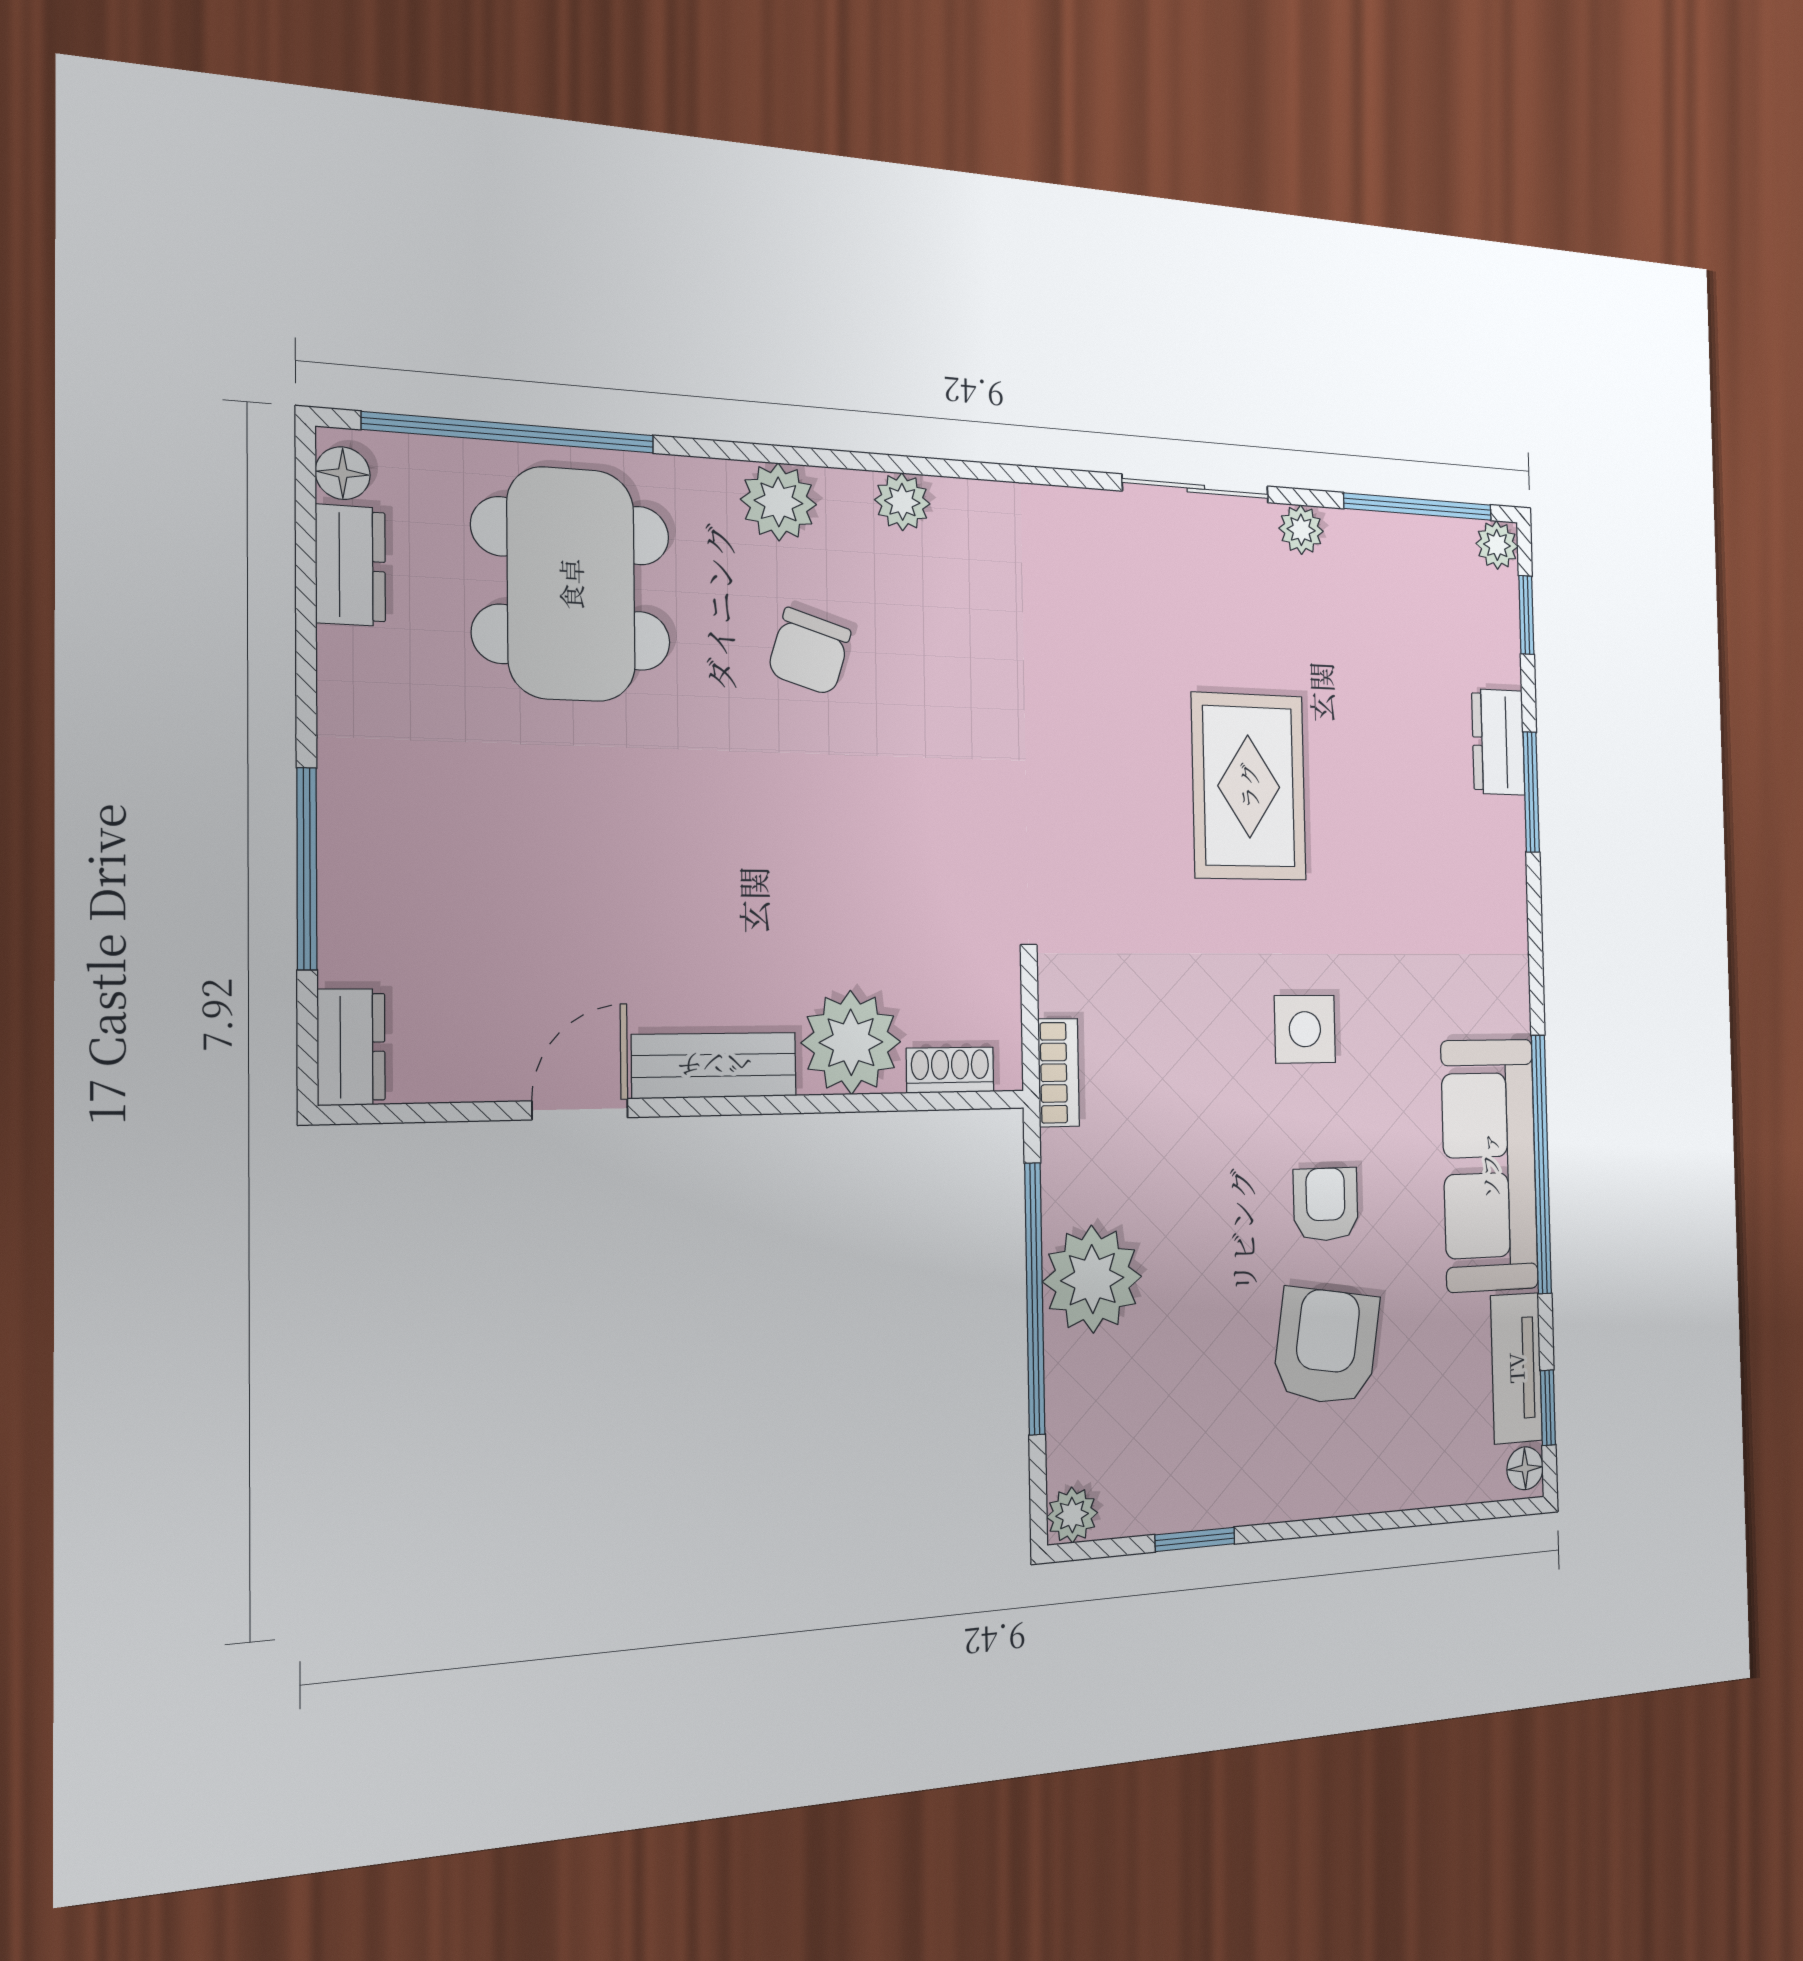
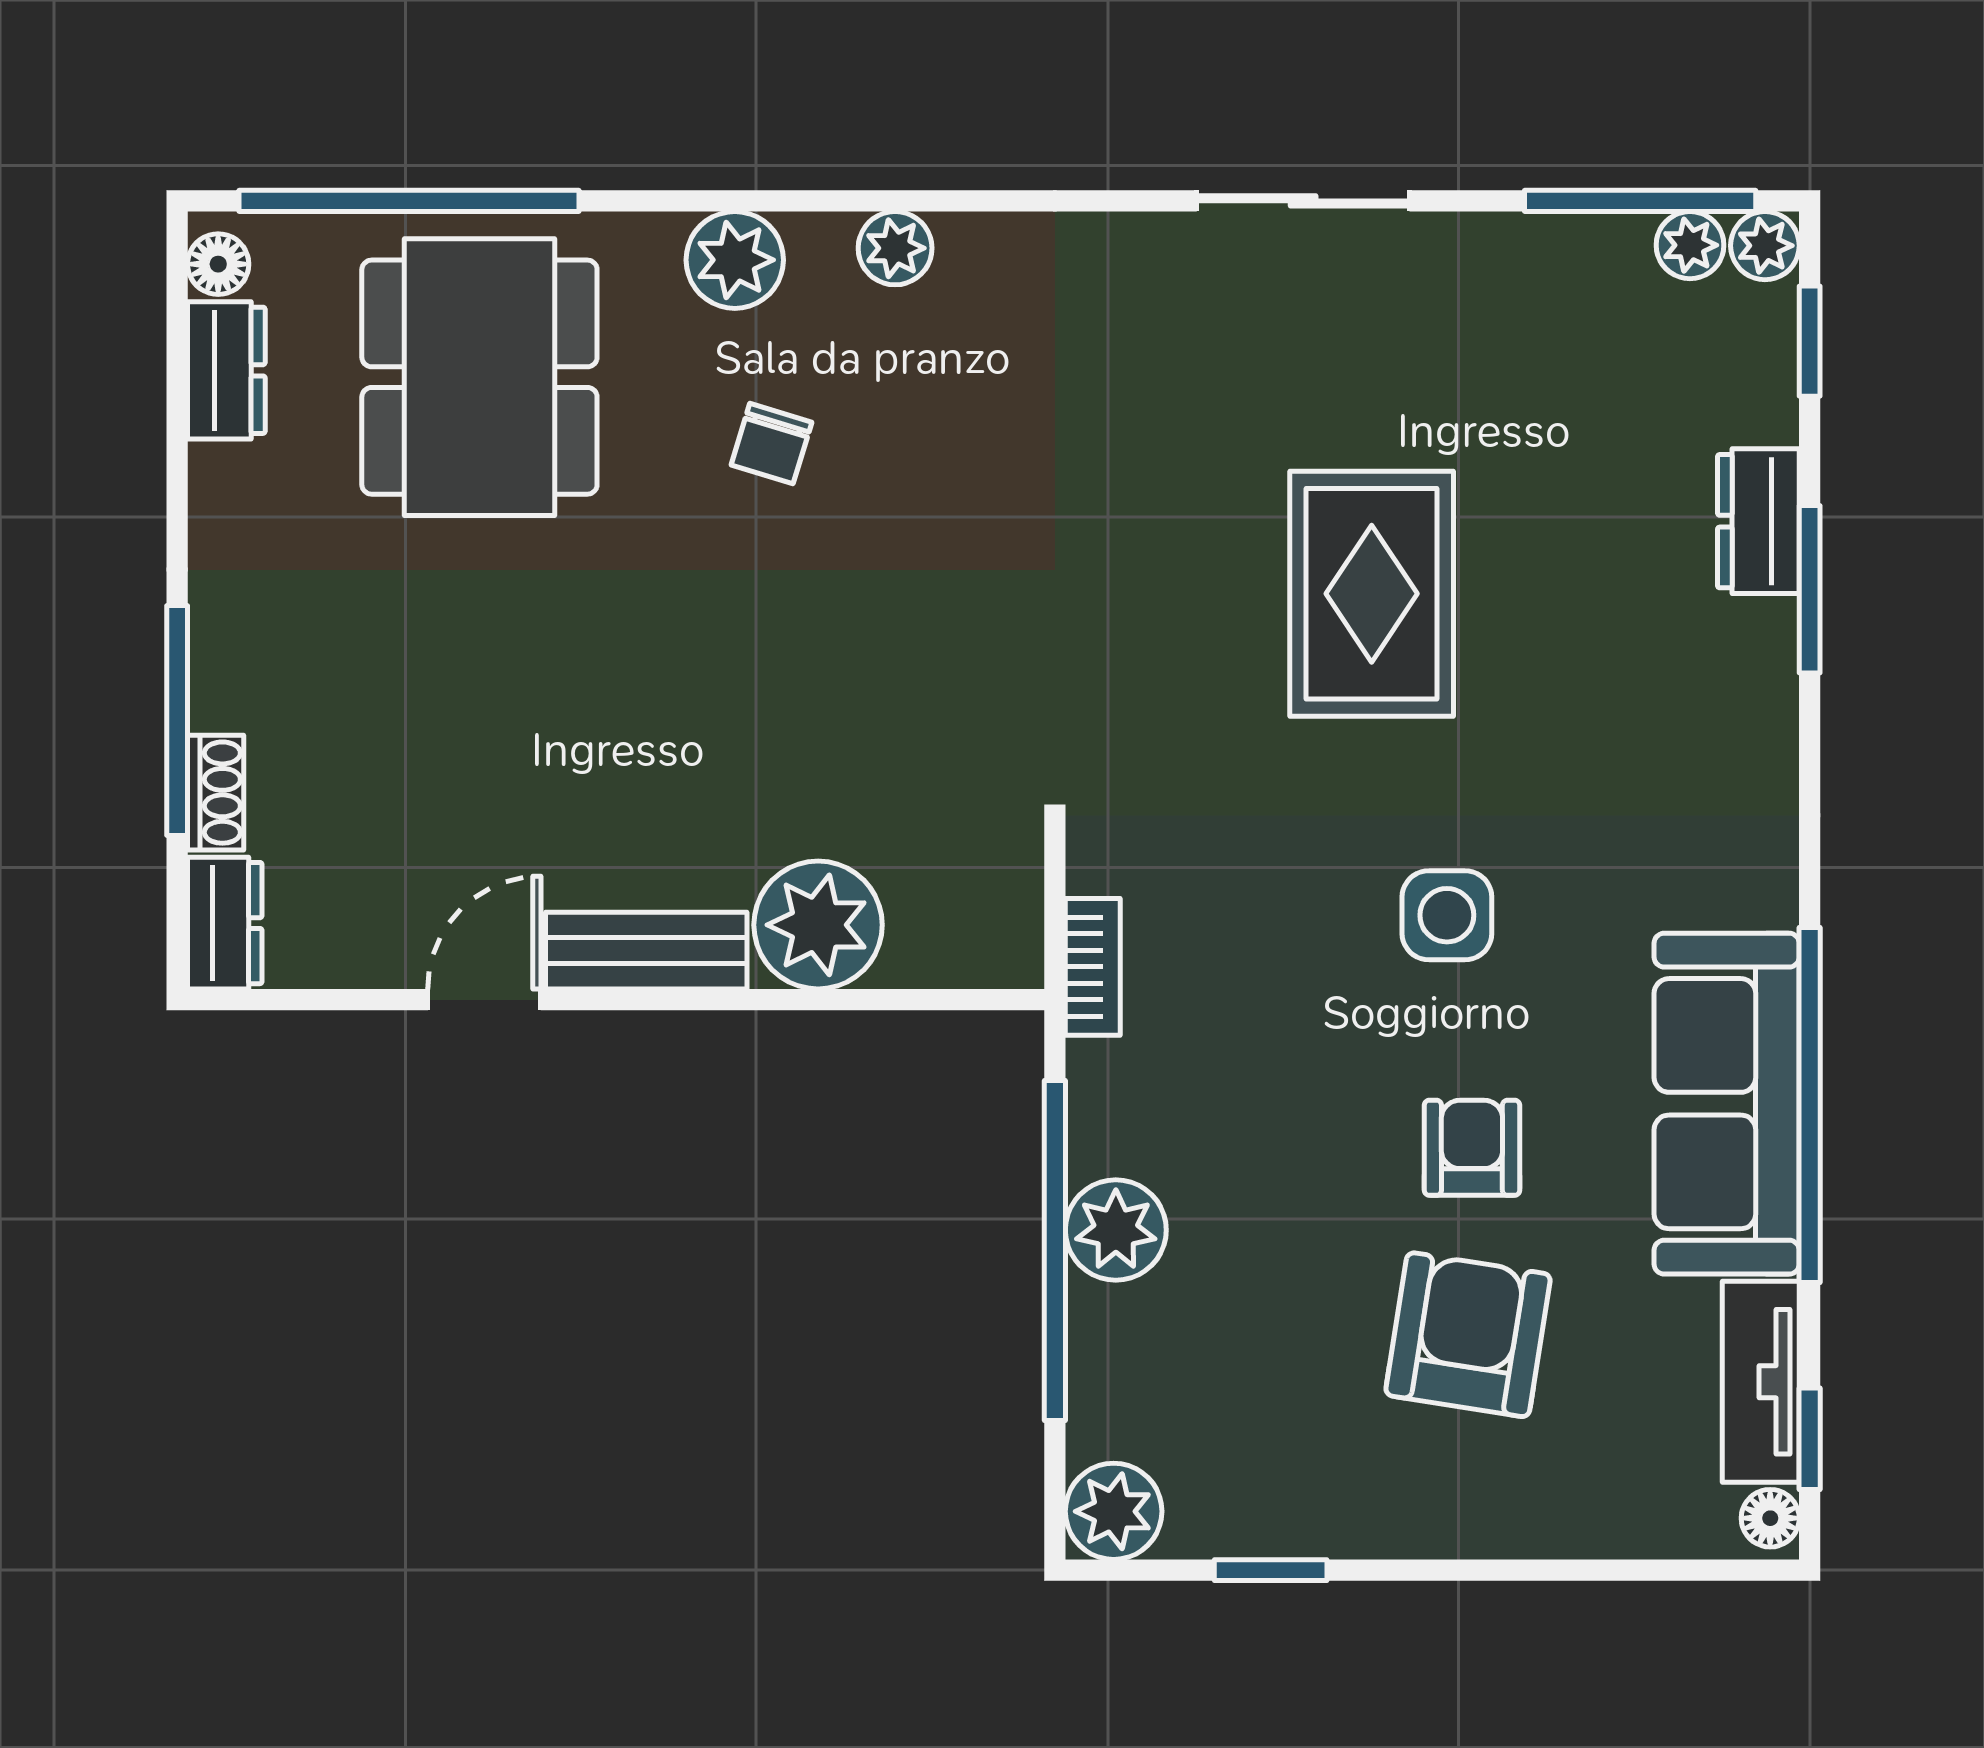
plant: (1301, 530) -> (1690, 245), moved
chair: (809, 652) -> (771, 444), width x0.73, depth x0.73
shoe rack: (950, 1070) -> (216, 793), moved, turned 90
plant: (1092, 1279) -> (1116, 1230), width x0.73, depth x0.73
plant: (1072, 1515) -> (1114, 1511), width x1.38, depth x1.38

